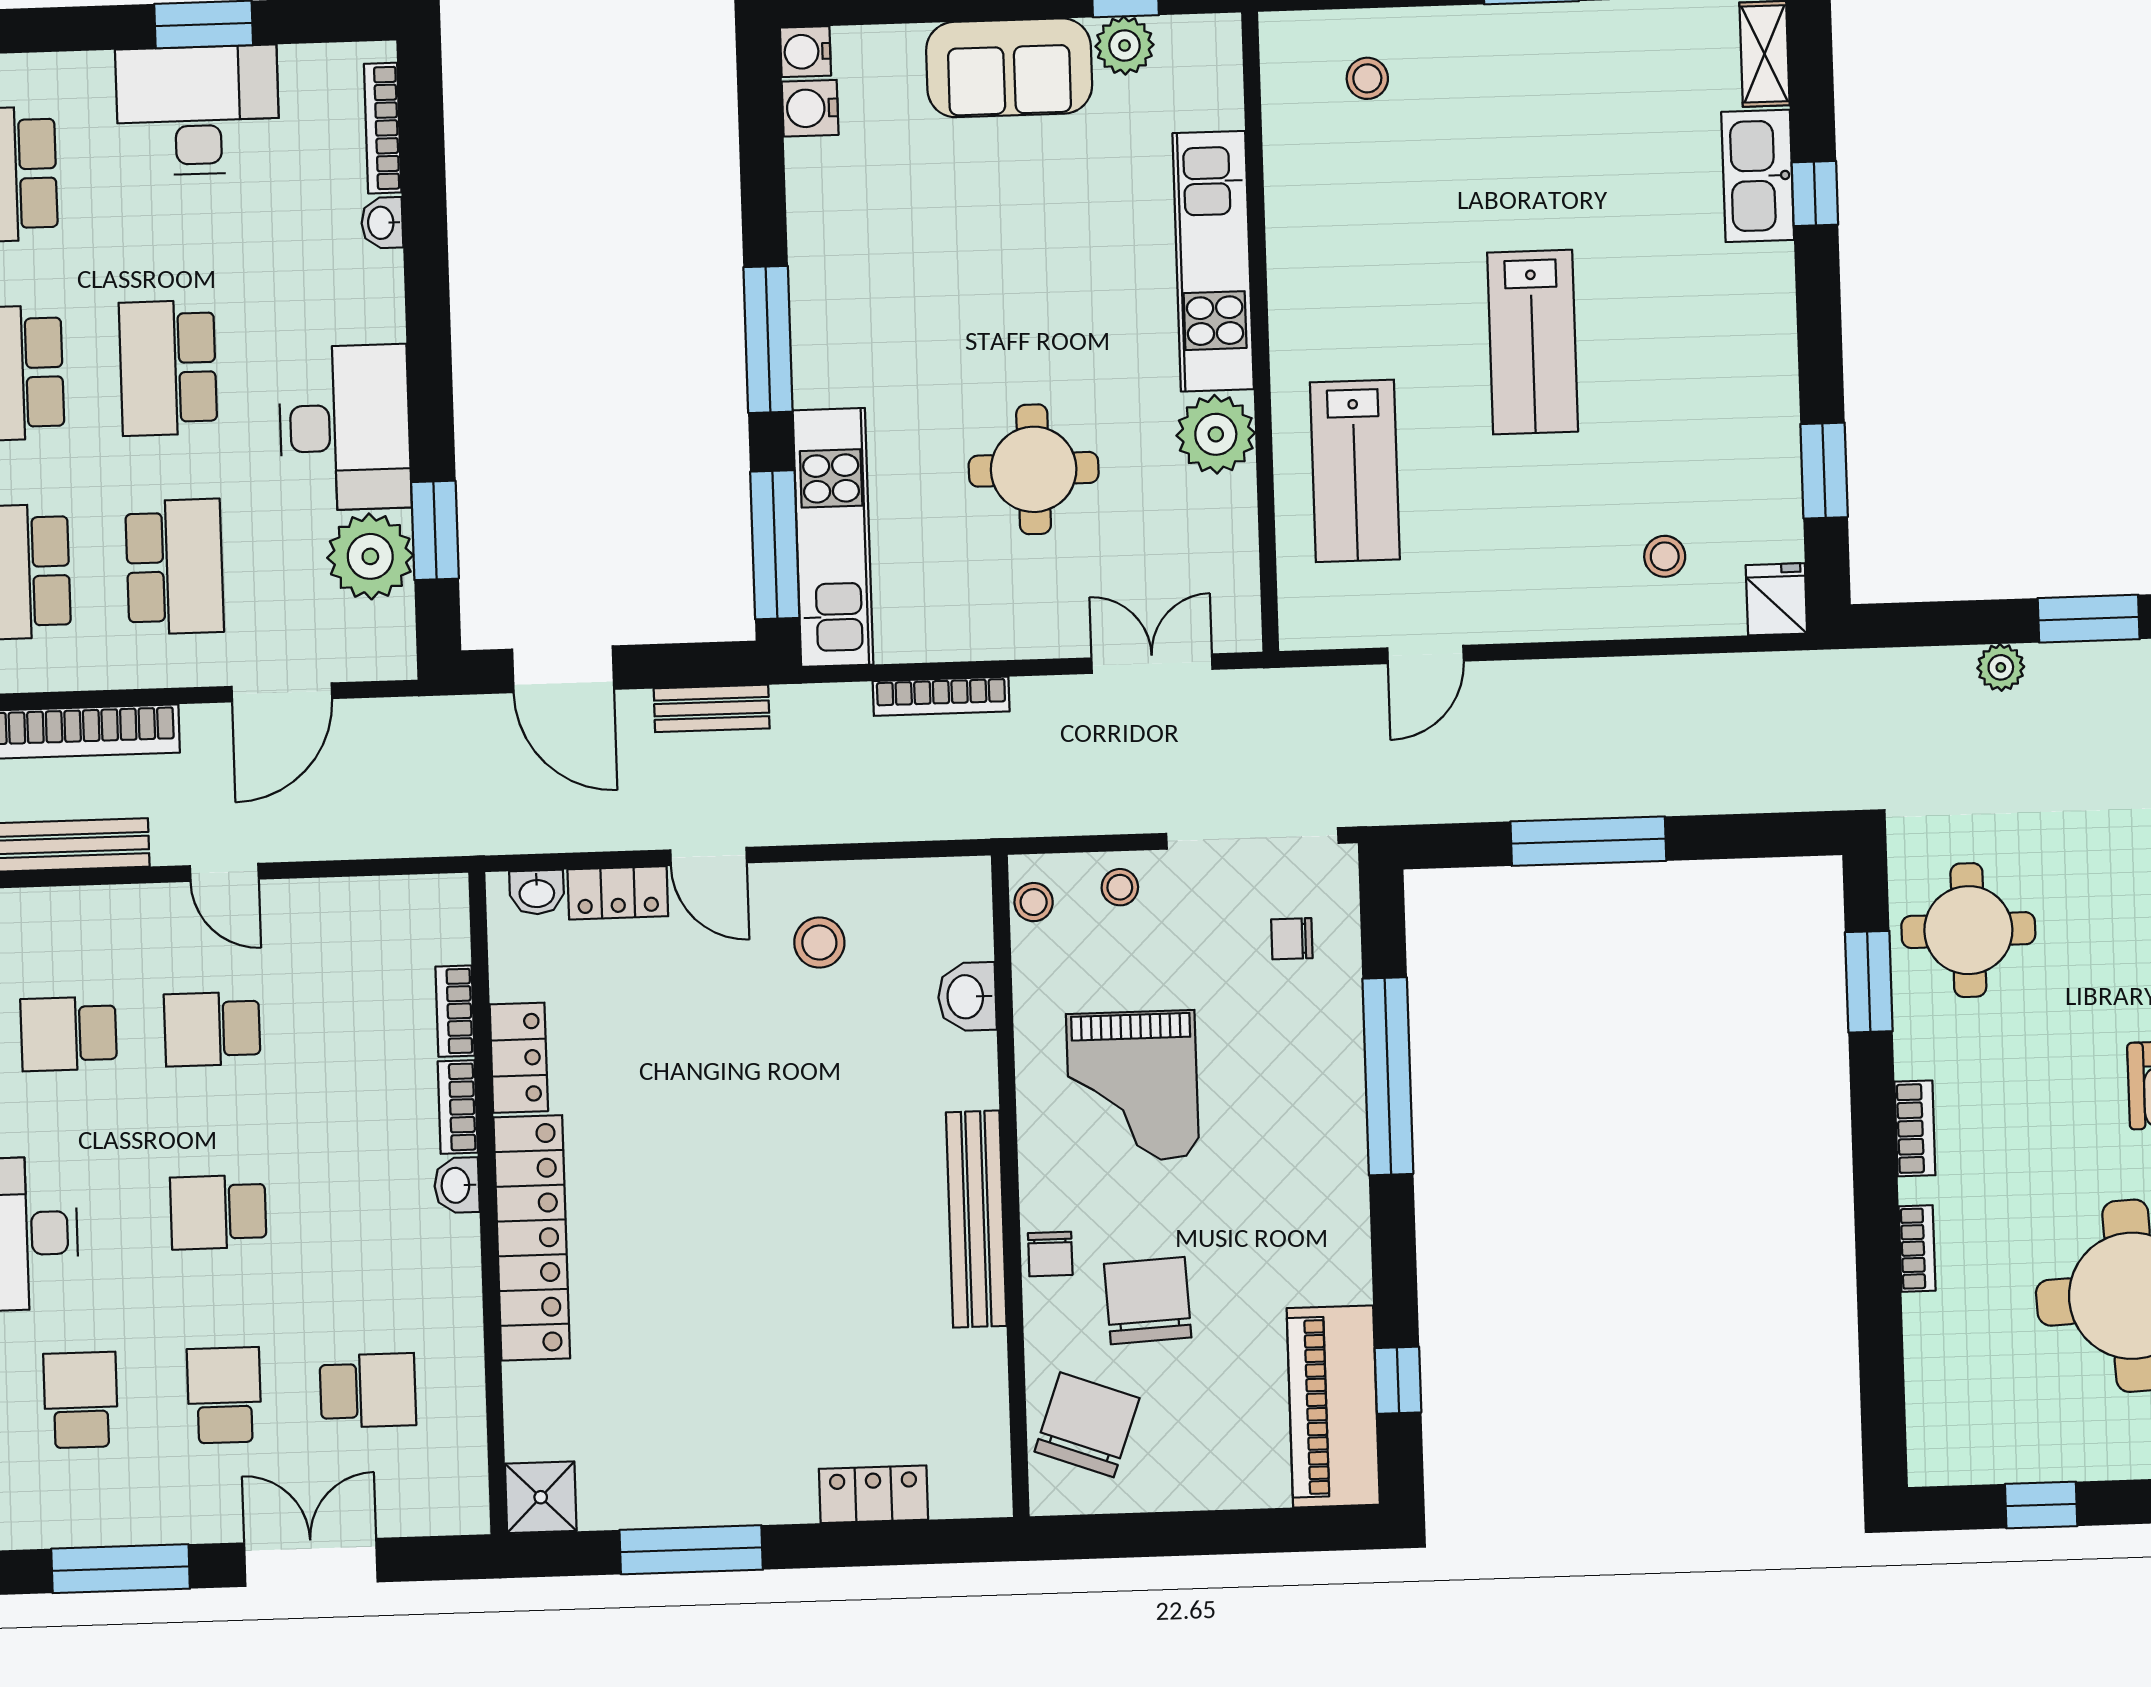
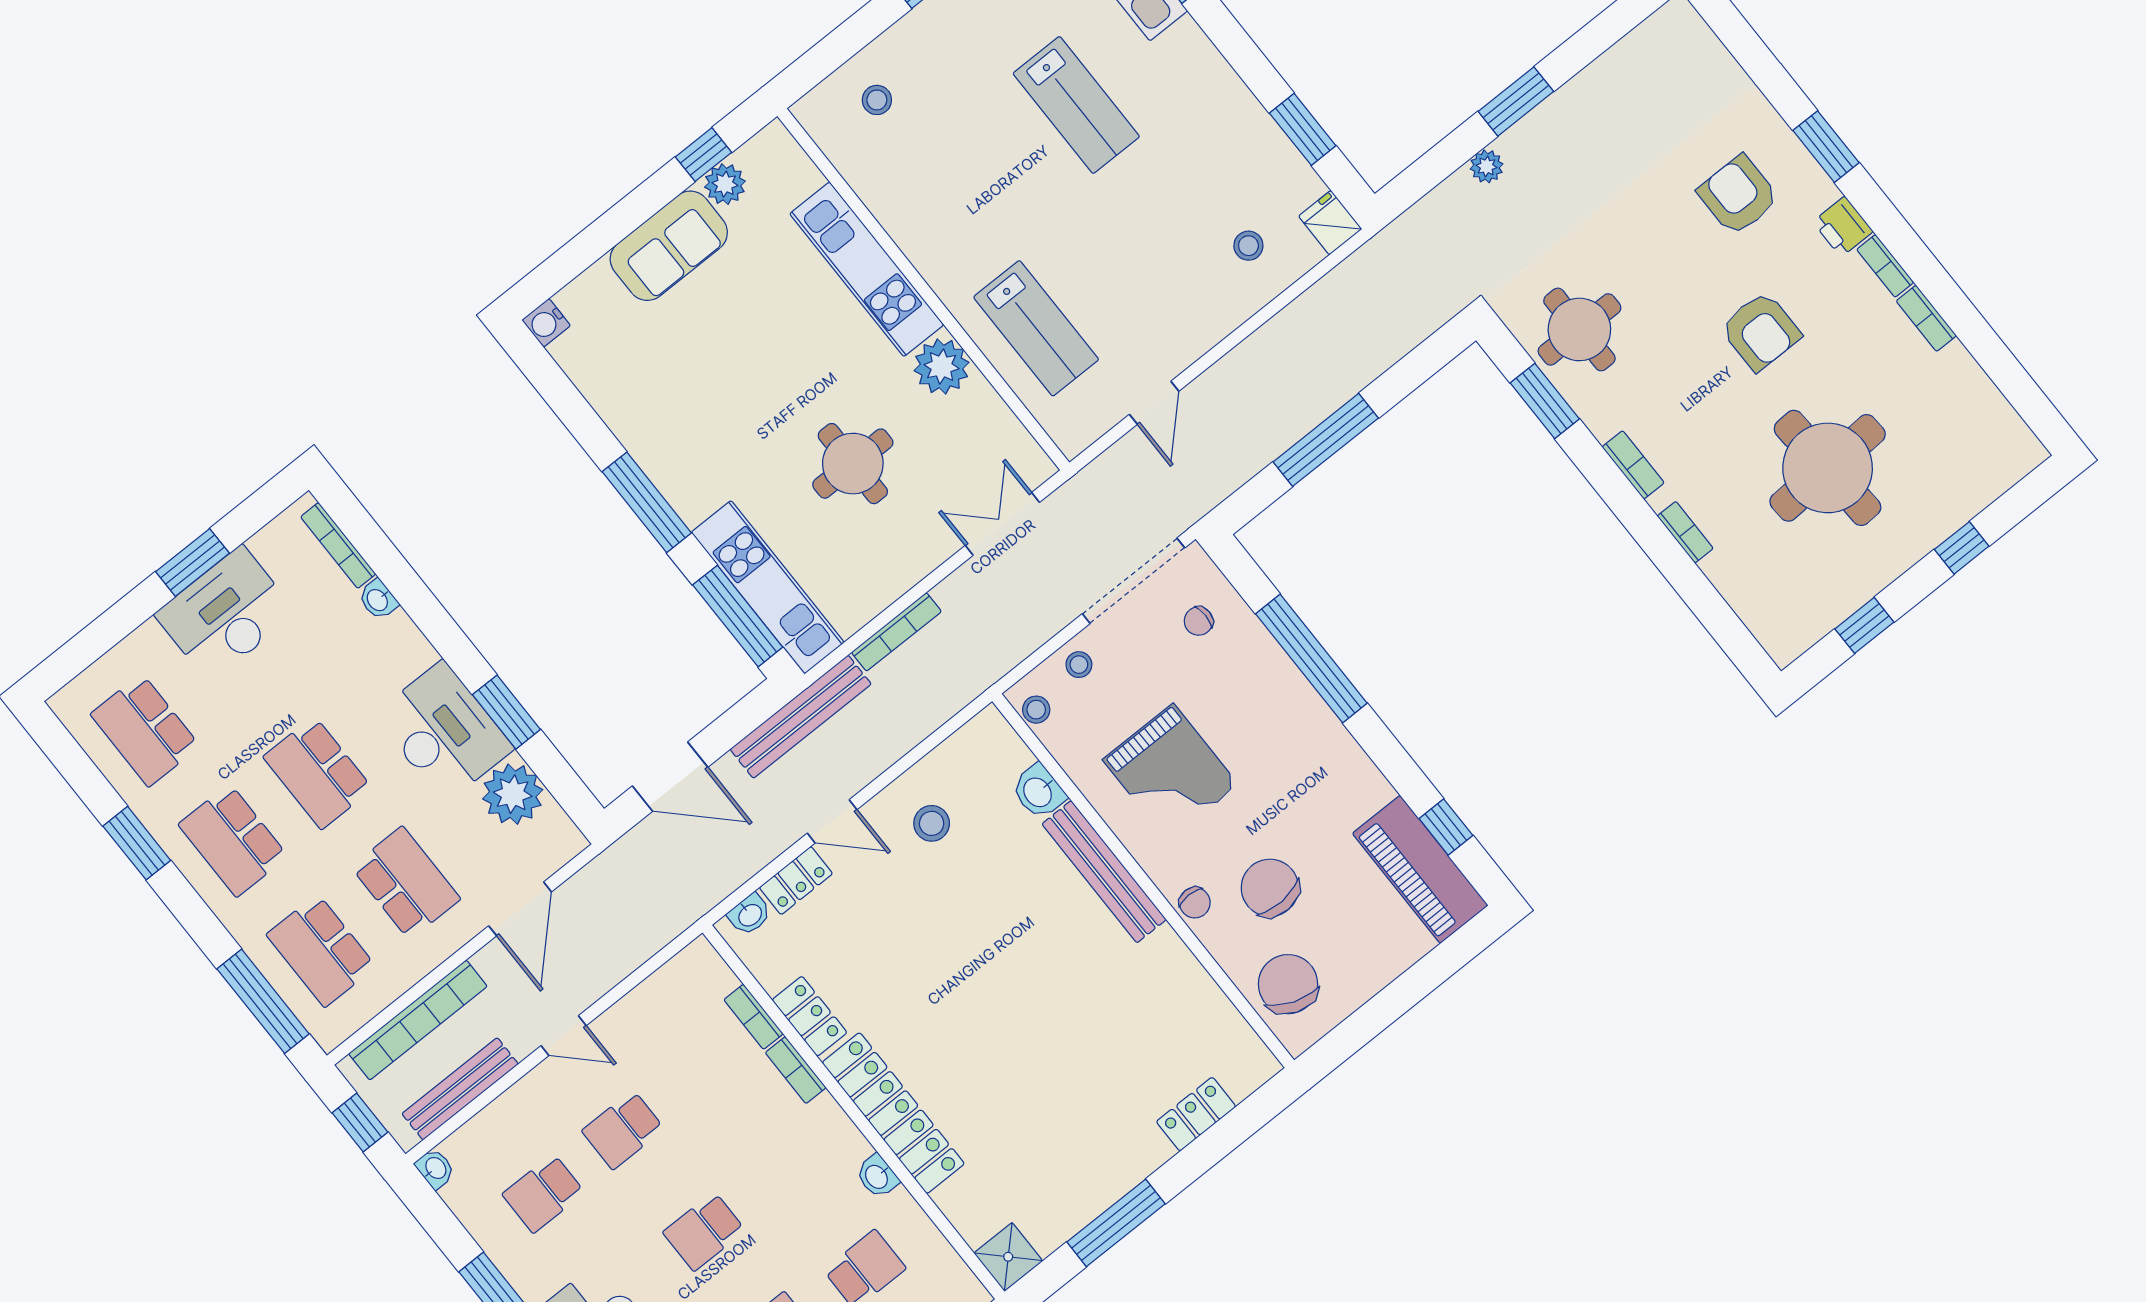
water cooler: (810, 108) -> (573, 353), removed
lab bench: (1533, 342) -> (1076, 105), moved
window: (435, 530) -> (506, 712), moved
bench: (712, 708) -> (801, 717), width x1.86, depth x1.21
washbasin: (457, 1185) -> (877, 1176), moved
bench: (976, 1219) -> (1104, 872), moved

